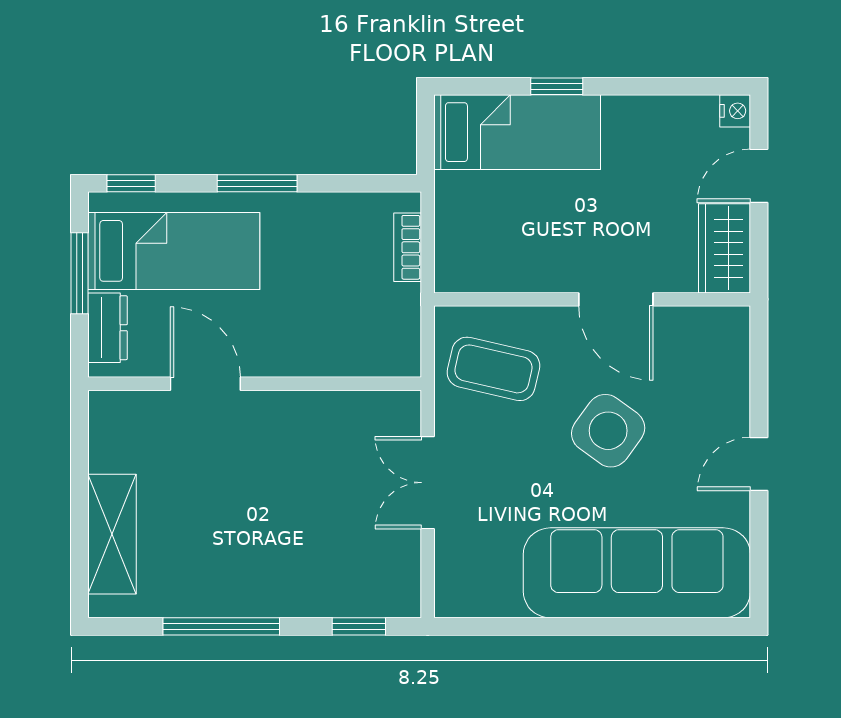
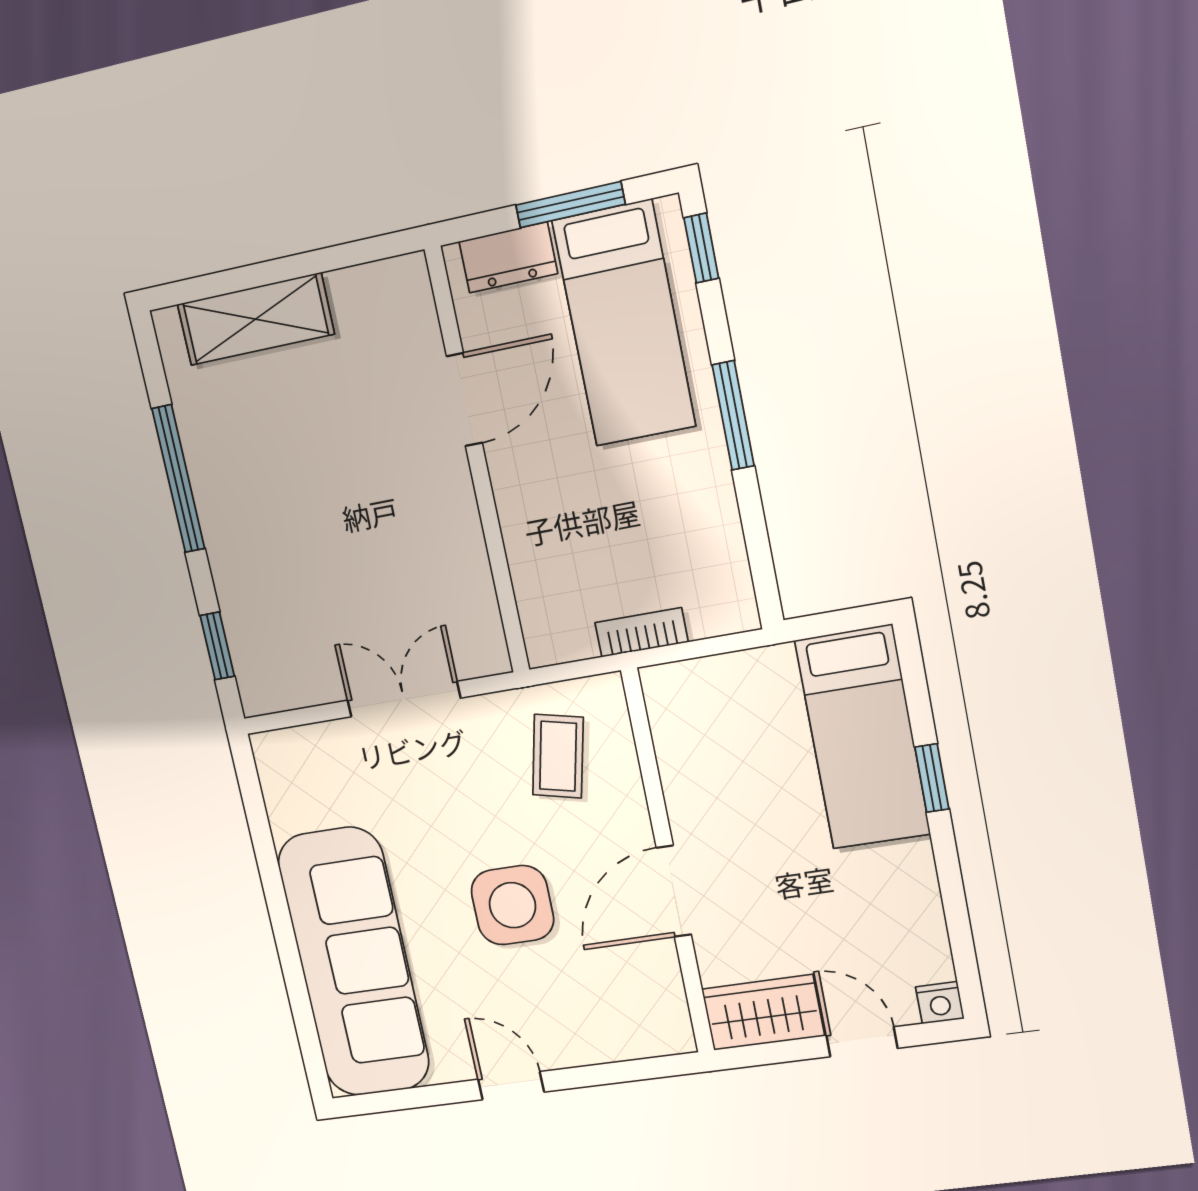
bookcase: (408, 247) -> (642, 632), moved
coffee table: (493, 369) -> (558, 756), width x0.73, depth x0.77
side table: (608, 431) -> (512, 905), turned -36

